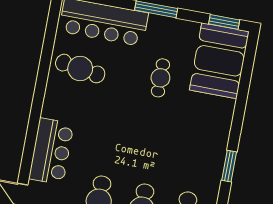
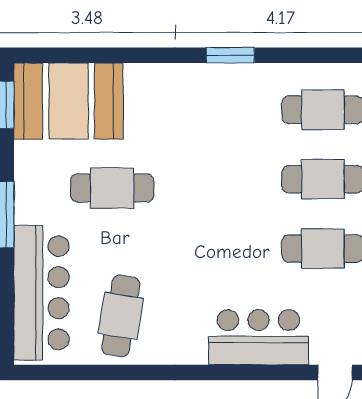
cafe table: (160, 78) -> (112, 188), width x1.37, depth x1.35

